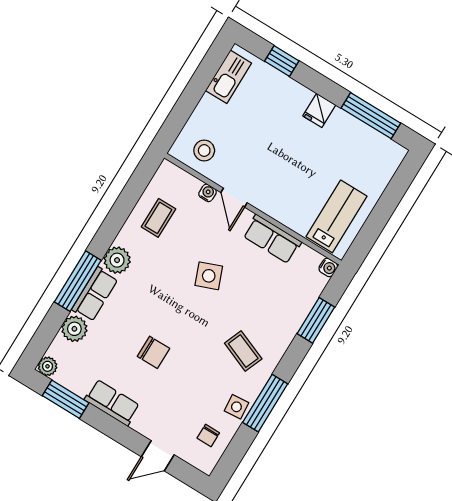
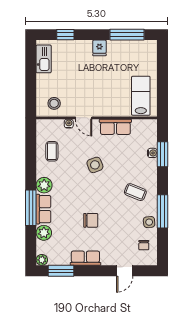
water cooler: (328, 267) -> (152, 153), moved

